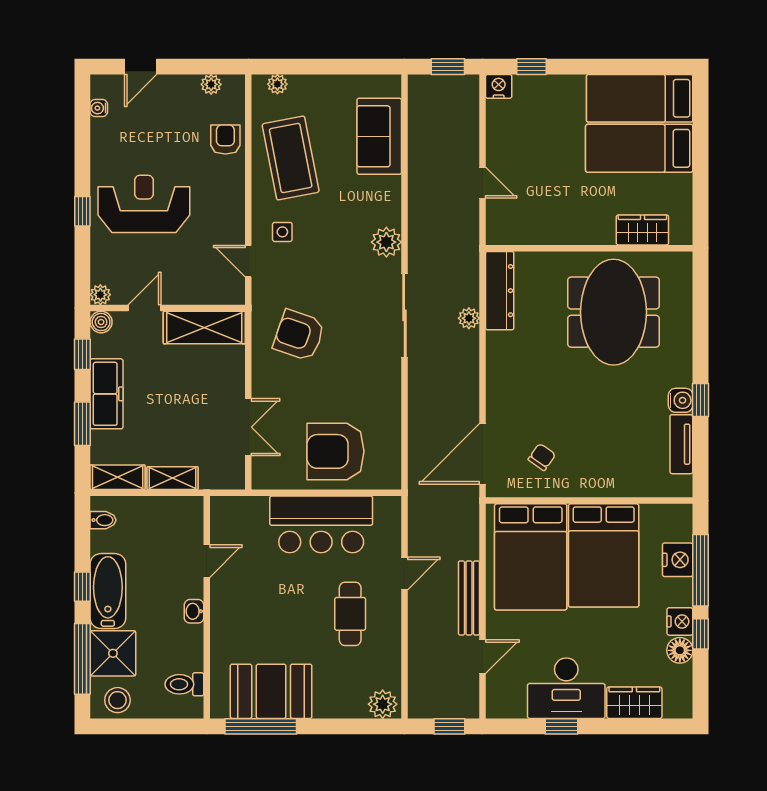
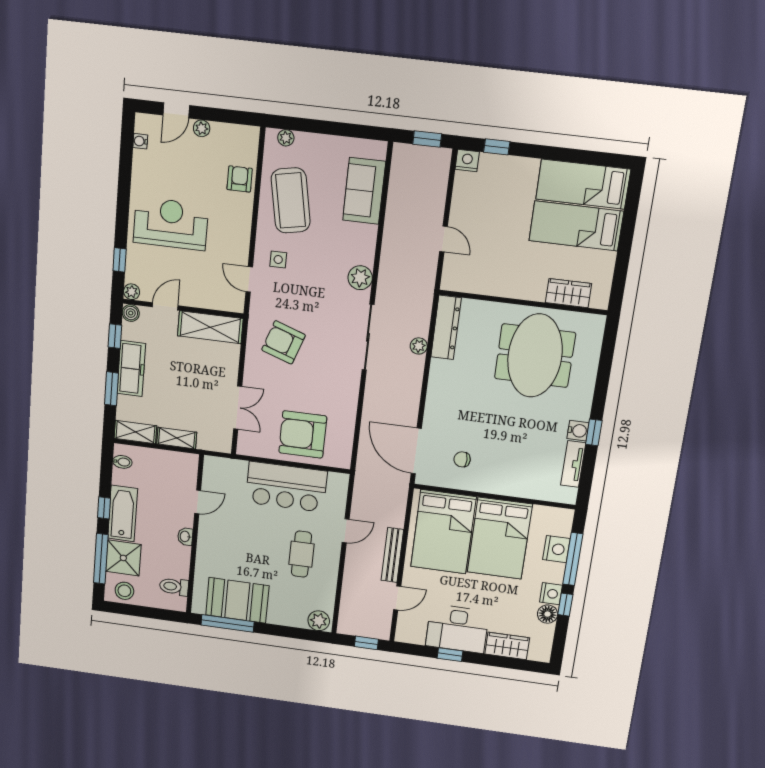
plant: (211, 84) -> (202, 128), moved
window: (82, 211) -> (120, 260), moved
door: (483, 454) -> (416, 451), hinge flipped
chair: (542, 457) -> (462, 459), turned -125

